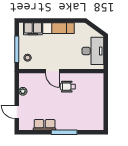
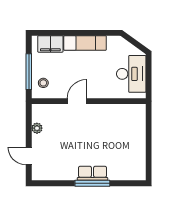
door: (52, 71) -> (77, 101), swing flipped
wheelchair: (68, 87) -> (98, 122), removed
row of seats: (45, 125) -> (93, 173), moved

